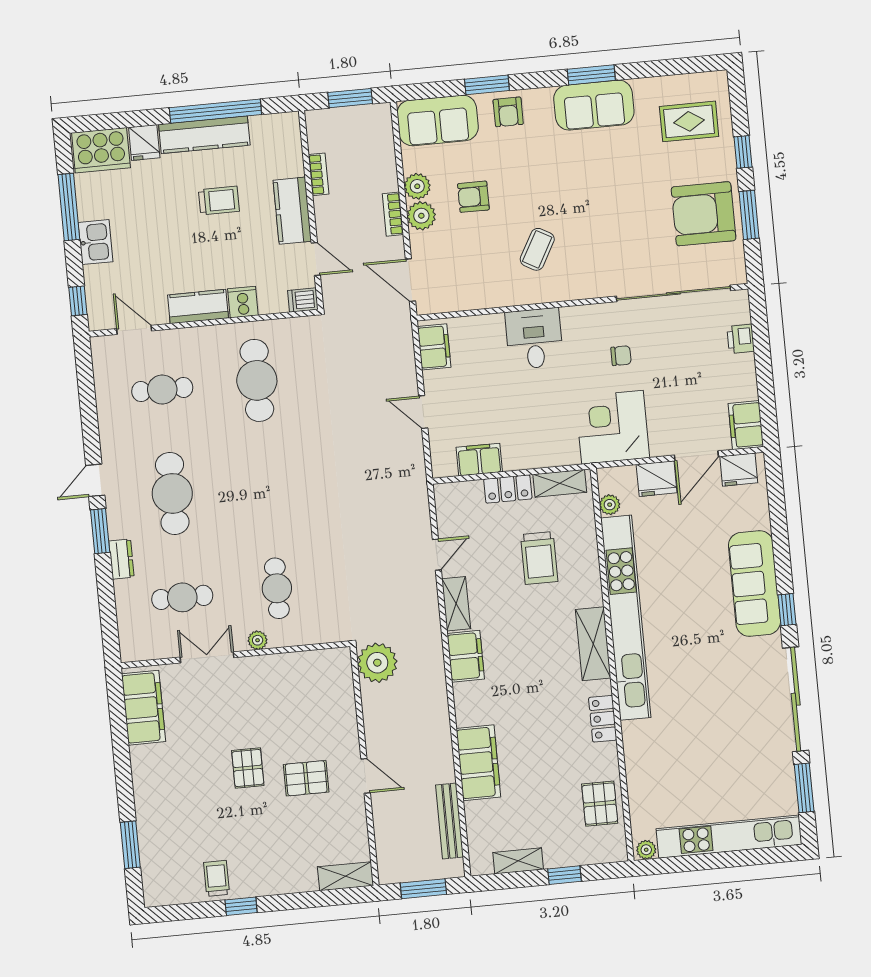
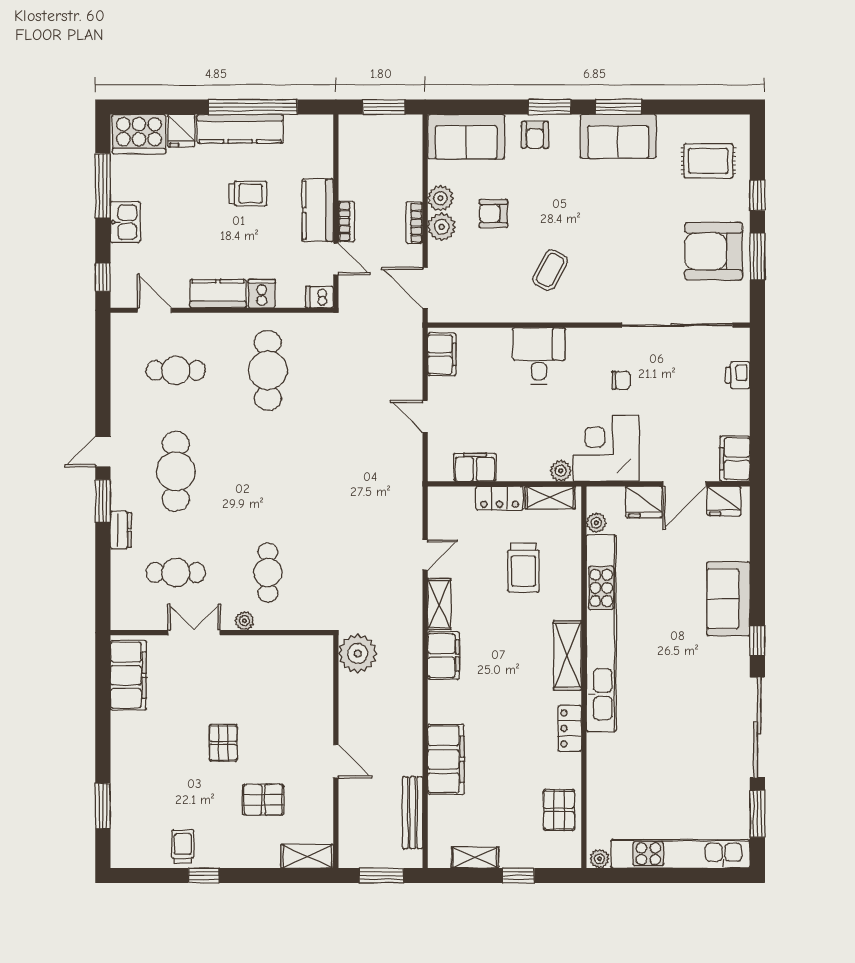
window: (487, 85) -> (550, 107), moved
bookcase: (319, 174) -> (346, 222), moved
plant: (568, 455) -> (561, 471), added
sofa: (754, 583) -> (728, 599), width x0.73
pallet: (306, 778) -> (263, 800), moved

